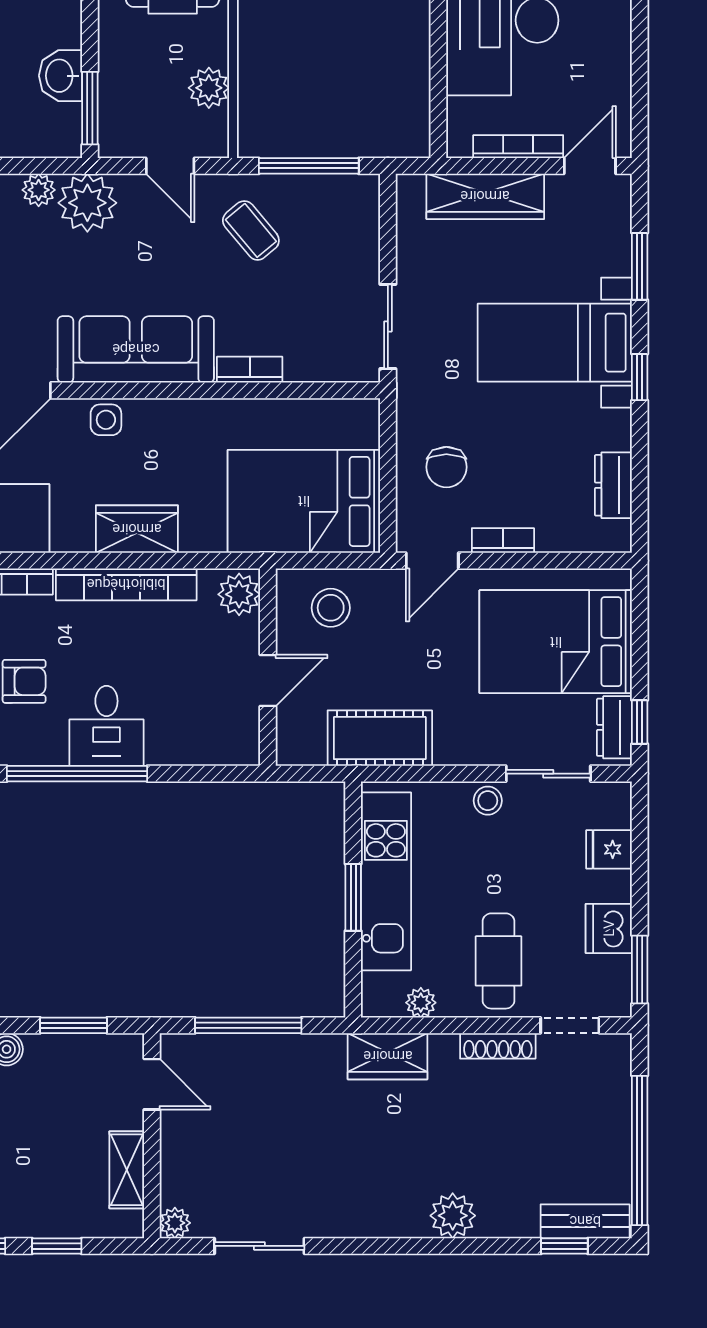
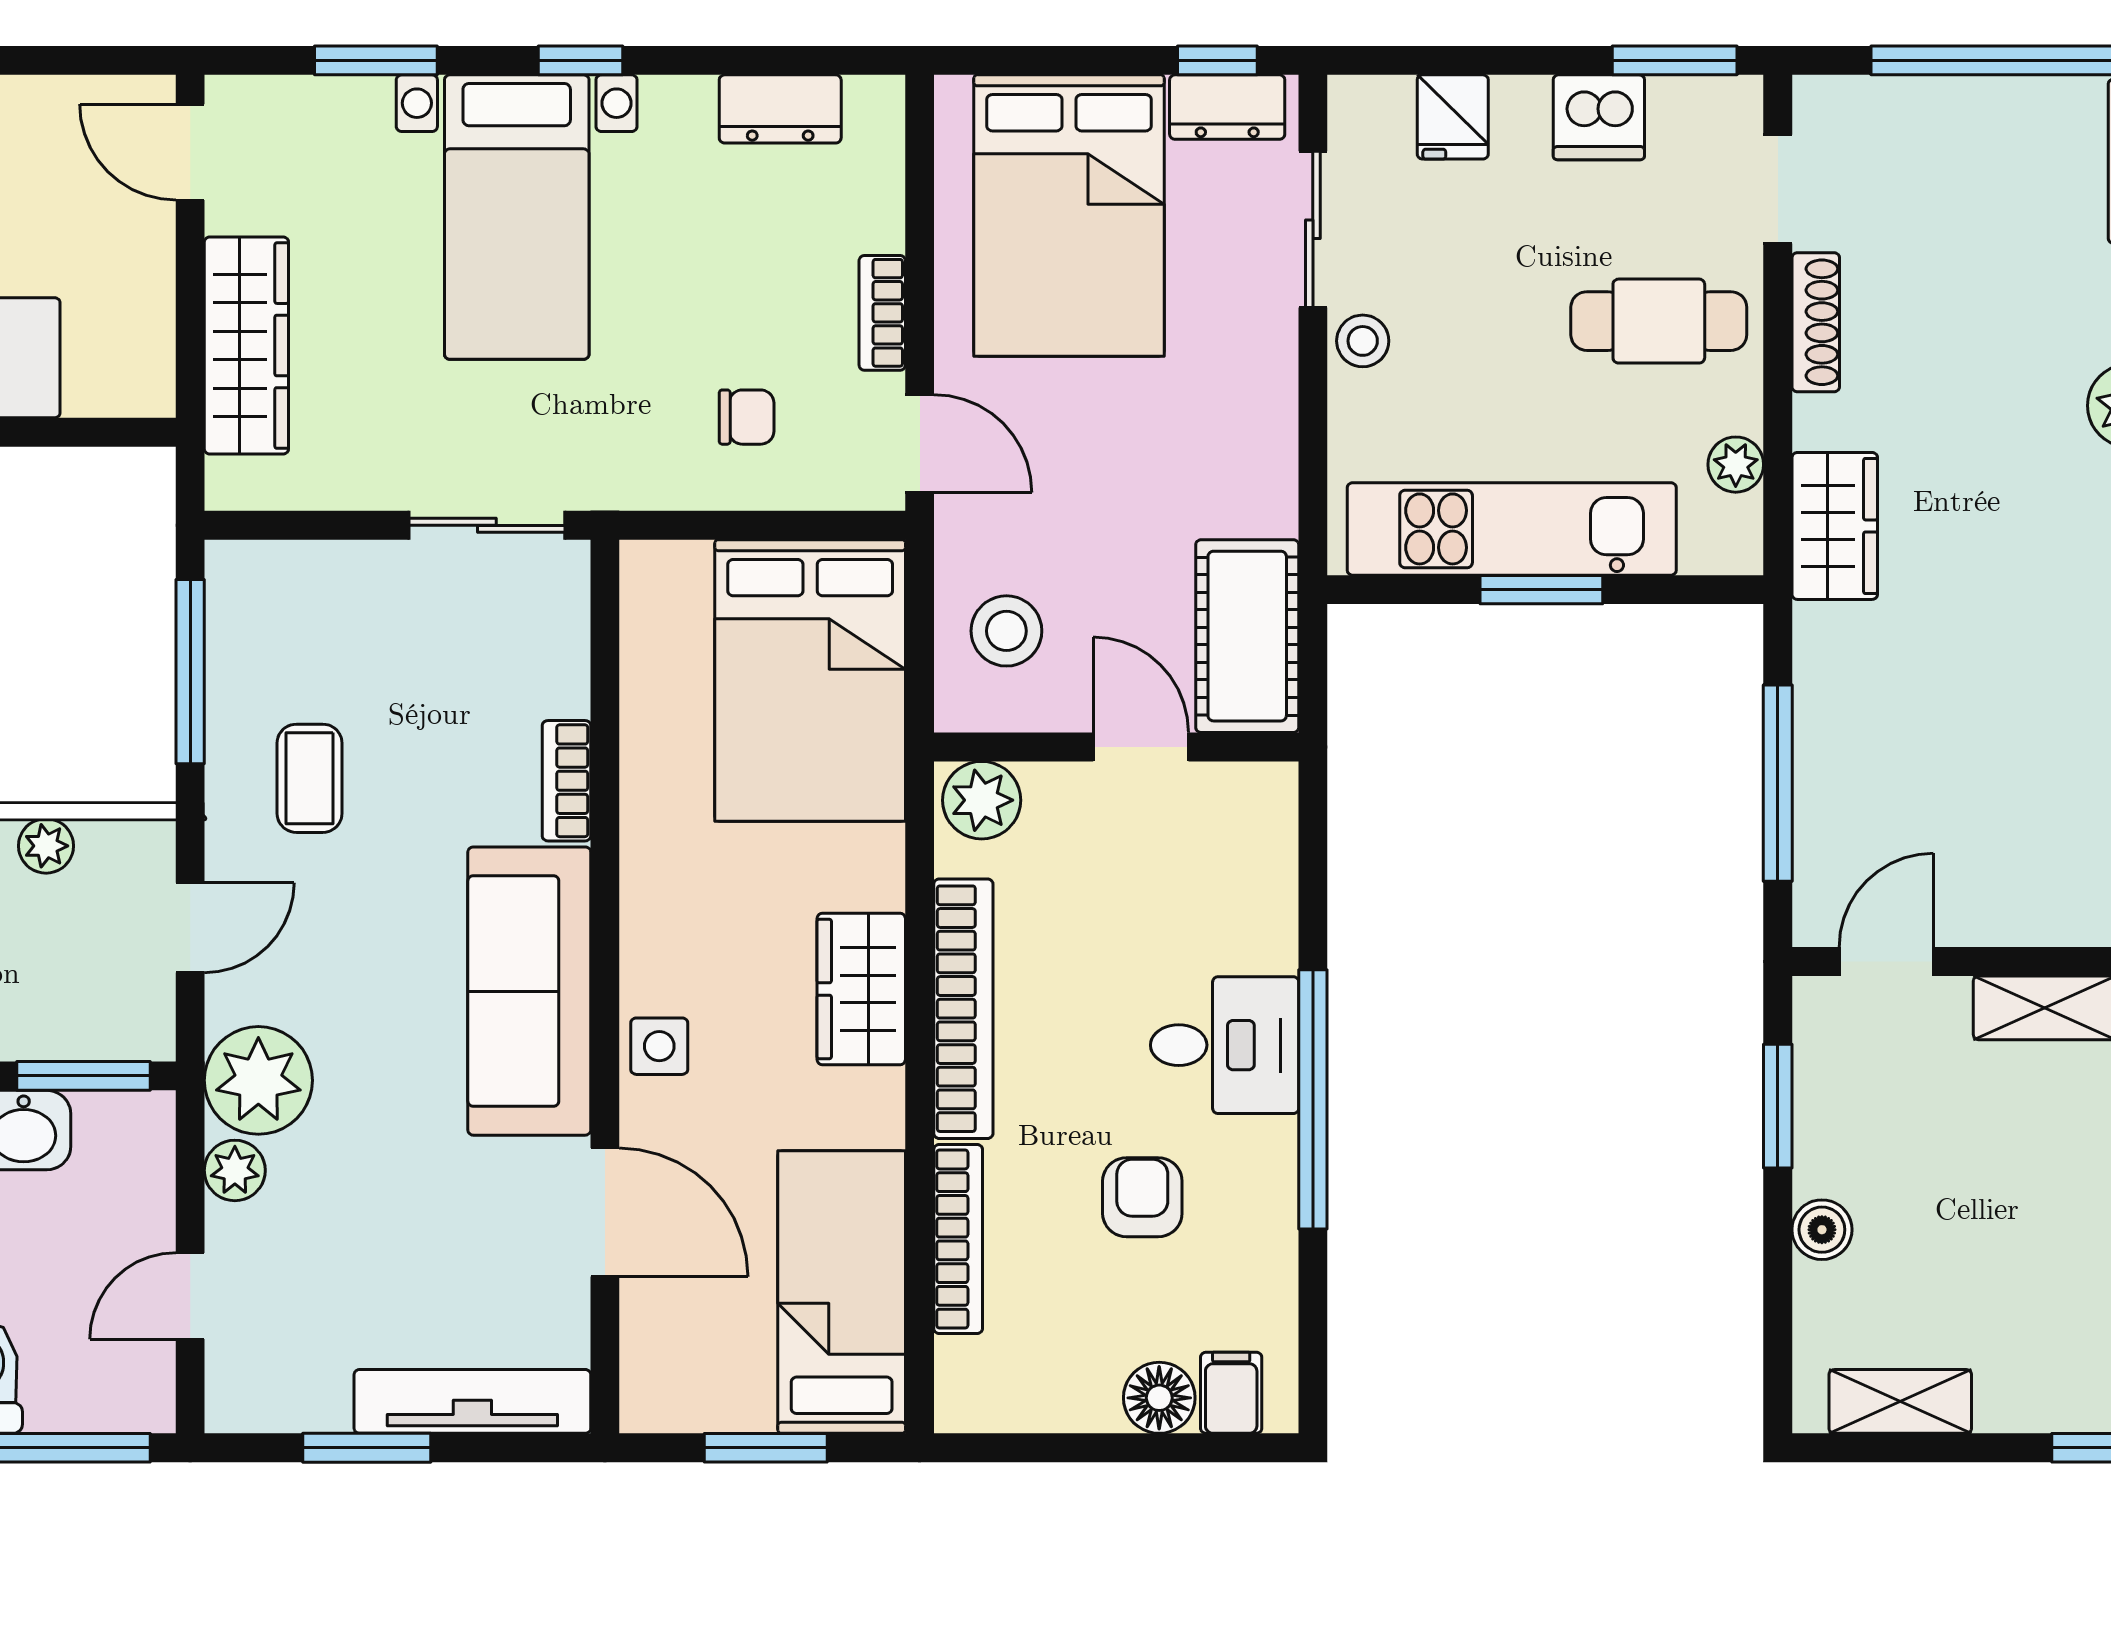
plant: (209, 88) -> (46, 846), width x0.73, depth x0.73
bookcase: (518, 147) -> (155, 285), removed
coffee table: (251, 230) -> (310, 778), turned -50
chair: (446, 467) -> (747, 417), width x0.73, depth x0.73
cot: (380, 738) -> (1247, 636), moved

